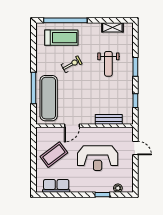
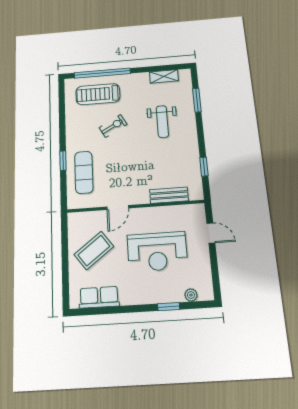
treadmill: (61, 38) -> (98, 94), turned 180
window: (135, 67) -> (197, 100), moved
window: (33, 88) -> (63, 161), width x0.46
exercise mat: (49, 98) -> (84, 172), width x0.73, depth x0.69

